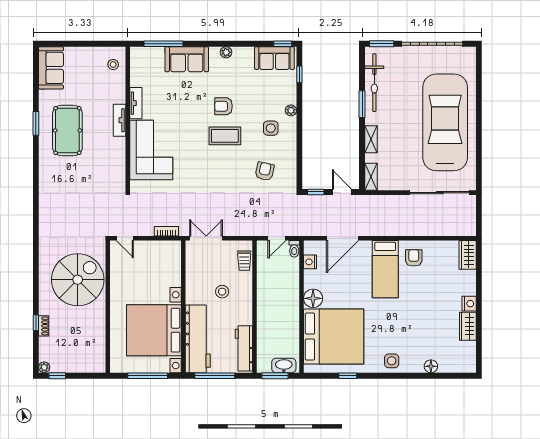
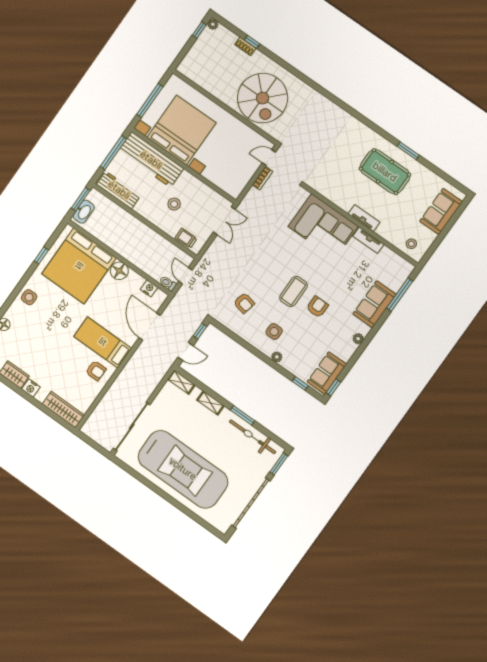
sofa: (51, 68) -> (441, 211), moved, turned 90
bookcase: (166, 231) -> (262, 178), moved
wardrobe: (468, 255) -> (63, 410), width x1.50

